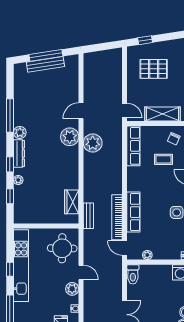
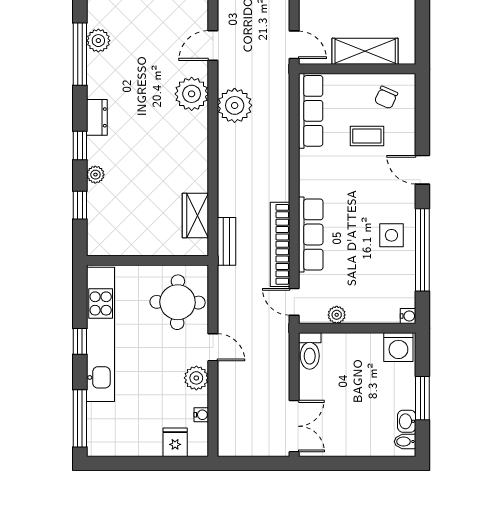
plant: (20, 132) -> (98, 41), moved
dresser: (19, 154) -> (97, 117), width x0.70

